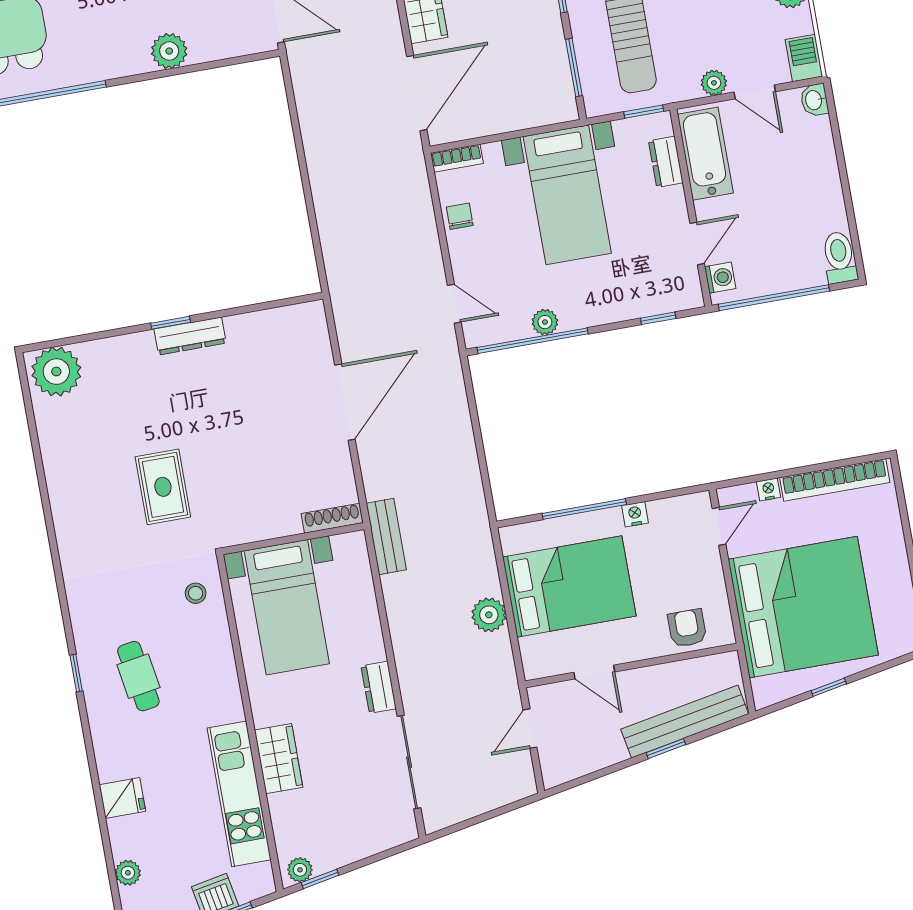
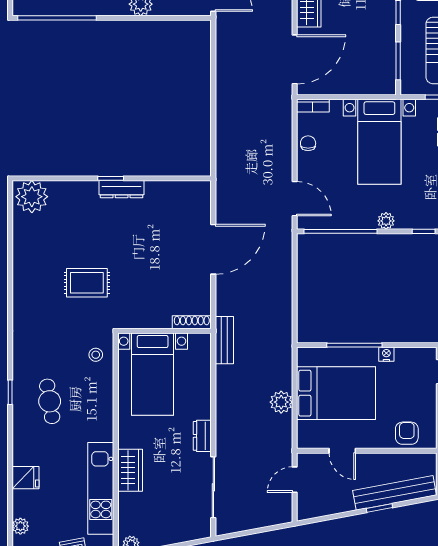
door: (454, 304) -> (295, 199), width x1.38
plant: (545, 322) -> (386, 221), moved
rug: (163, 487) -> (87, 283), turned 90

